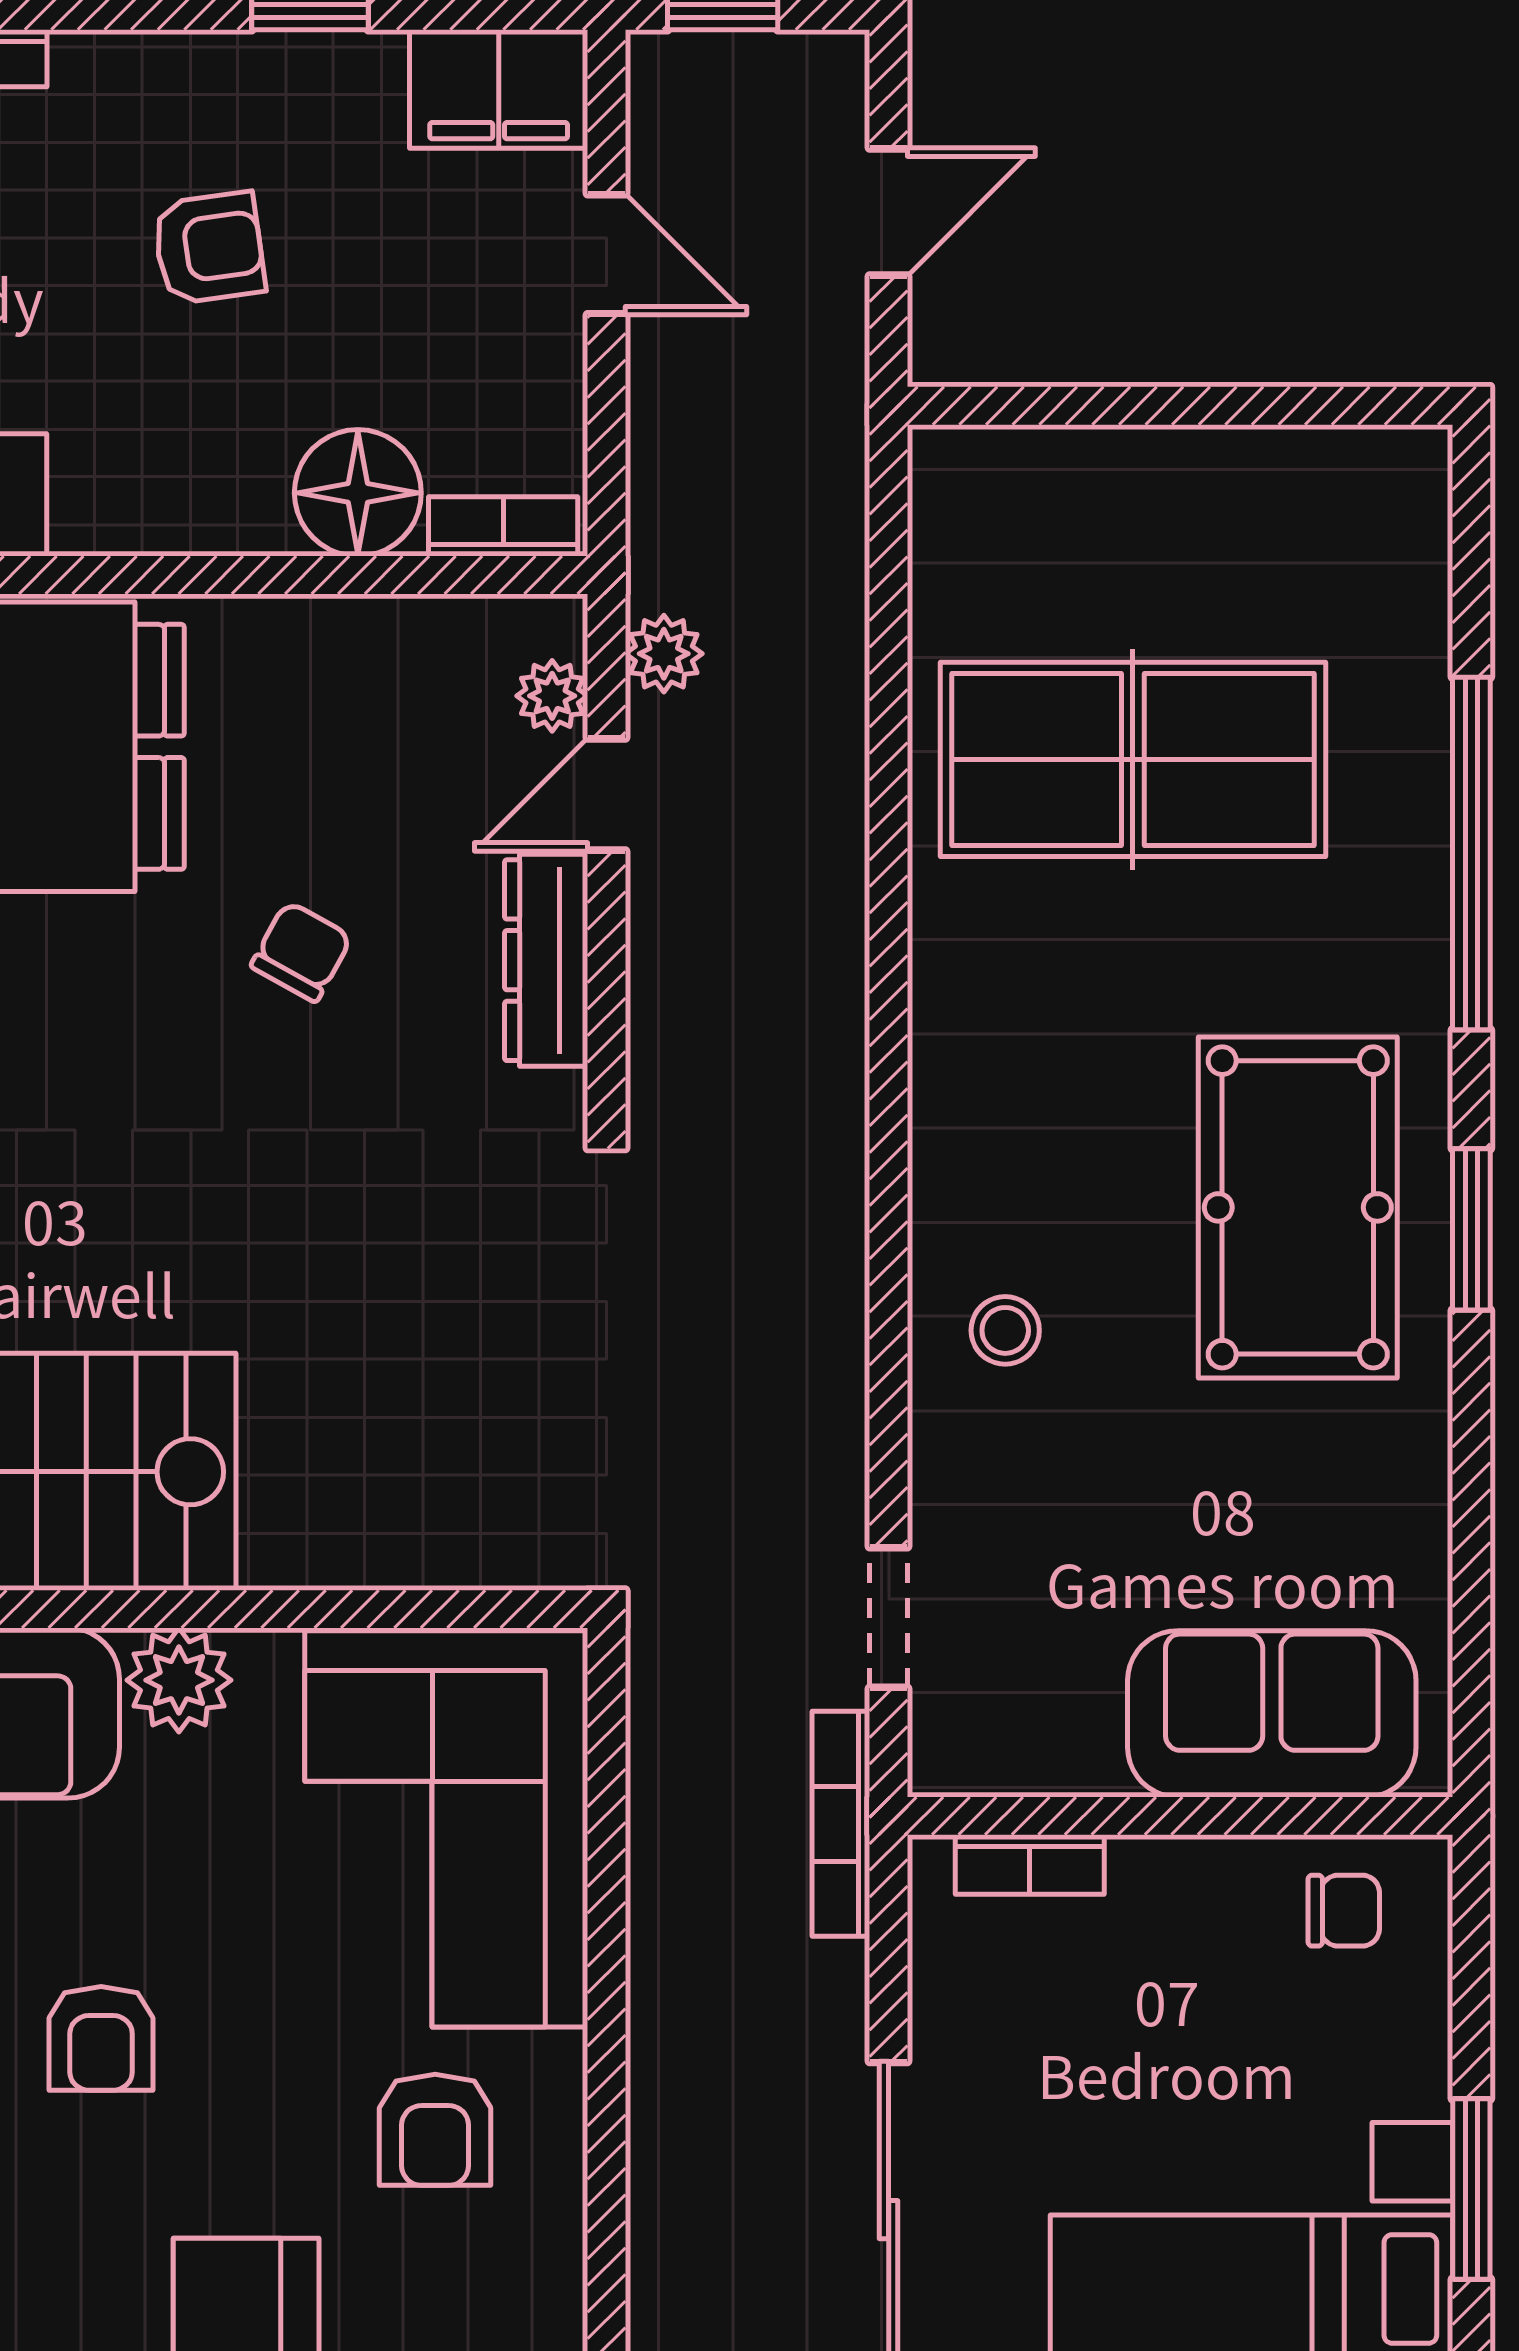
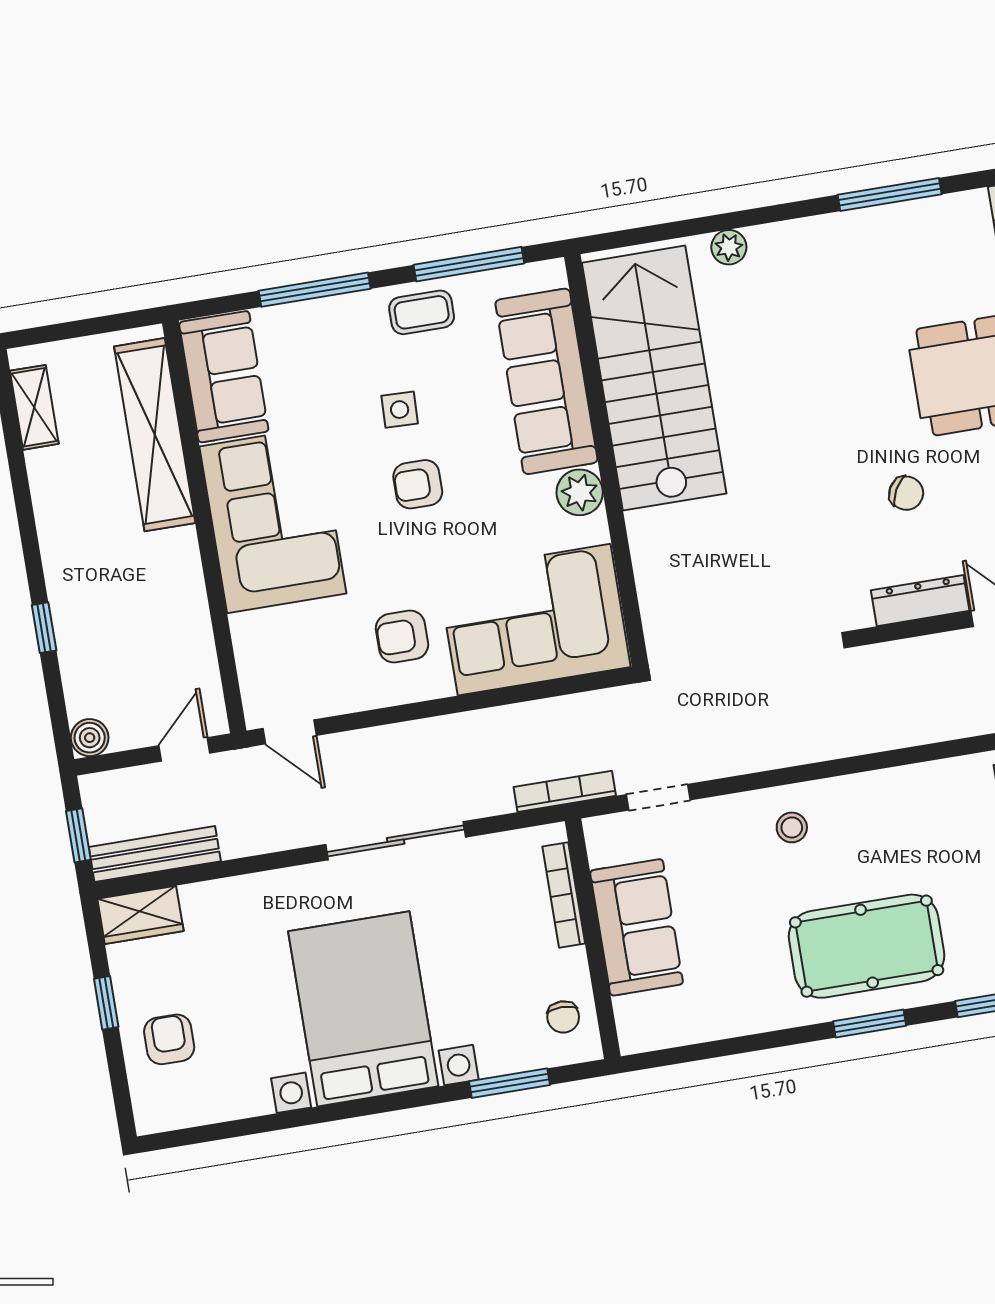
sofa: (1272, 1714) -> (637, 927), moved
bookcase: (1030, 1864) -> (564, 895), width x1.56
window: (1471, 2189) -> (509, 1083), moved

